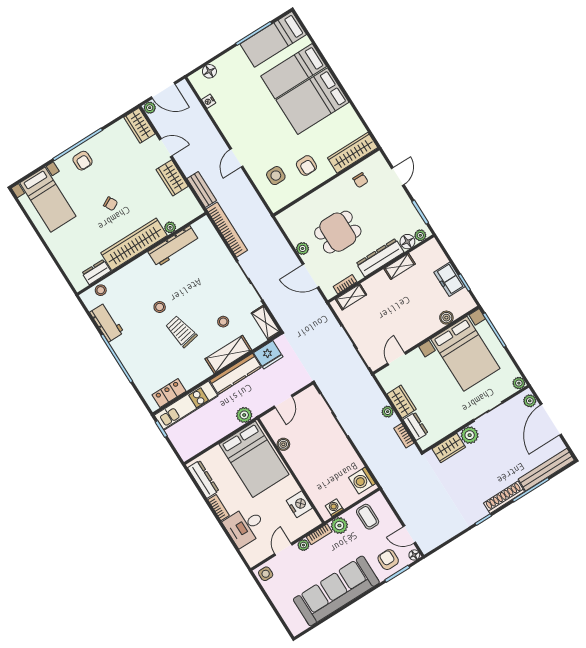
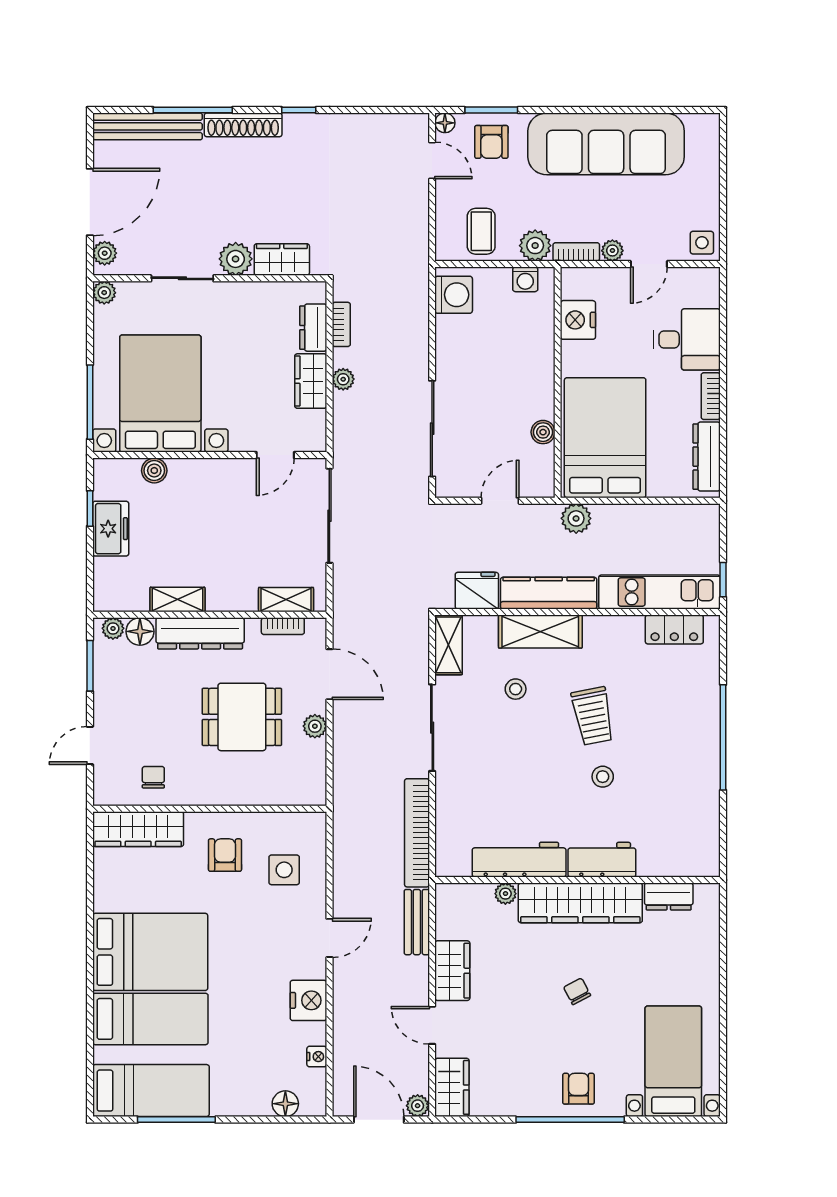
nightstand: (228, 124) -> (308, 1000), added
stool: (101, 290) -> (680, 863), removed
workbench: (107, 322) -> (602, 860), moved, turned 90

